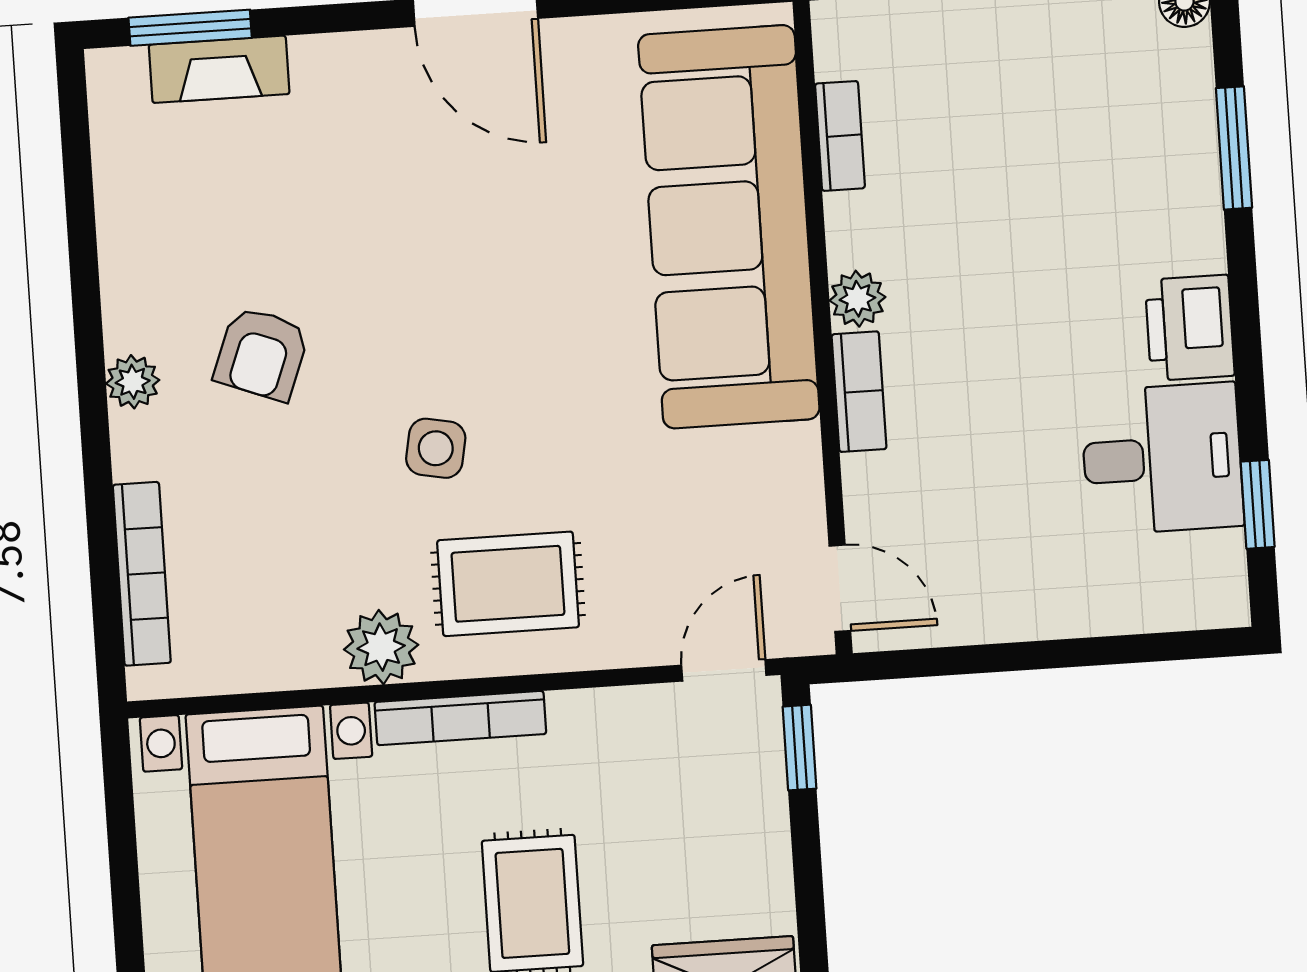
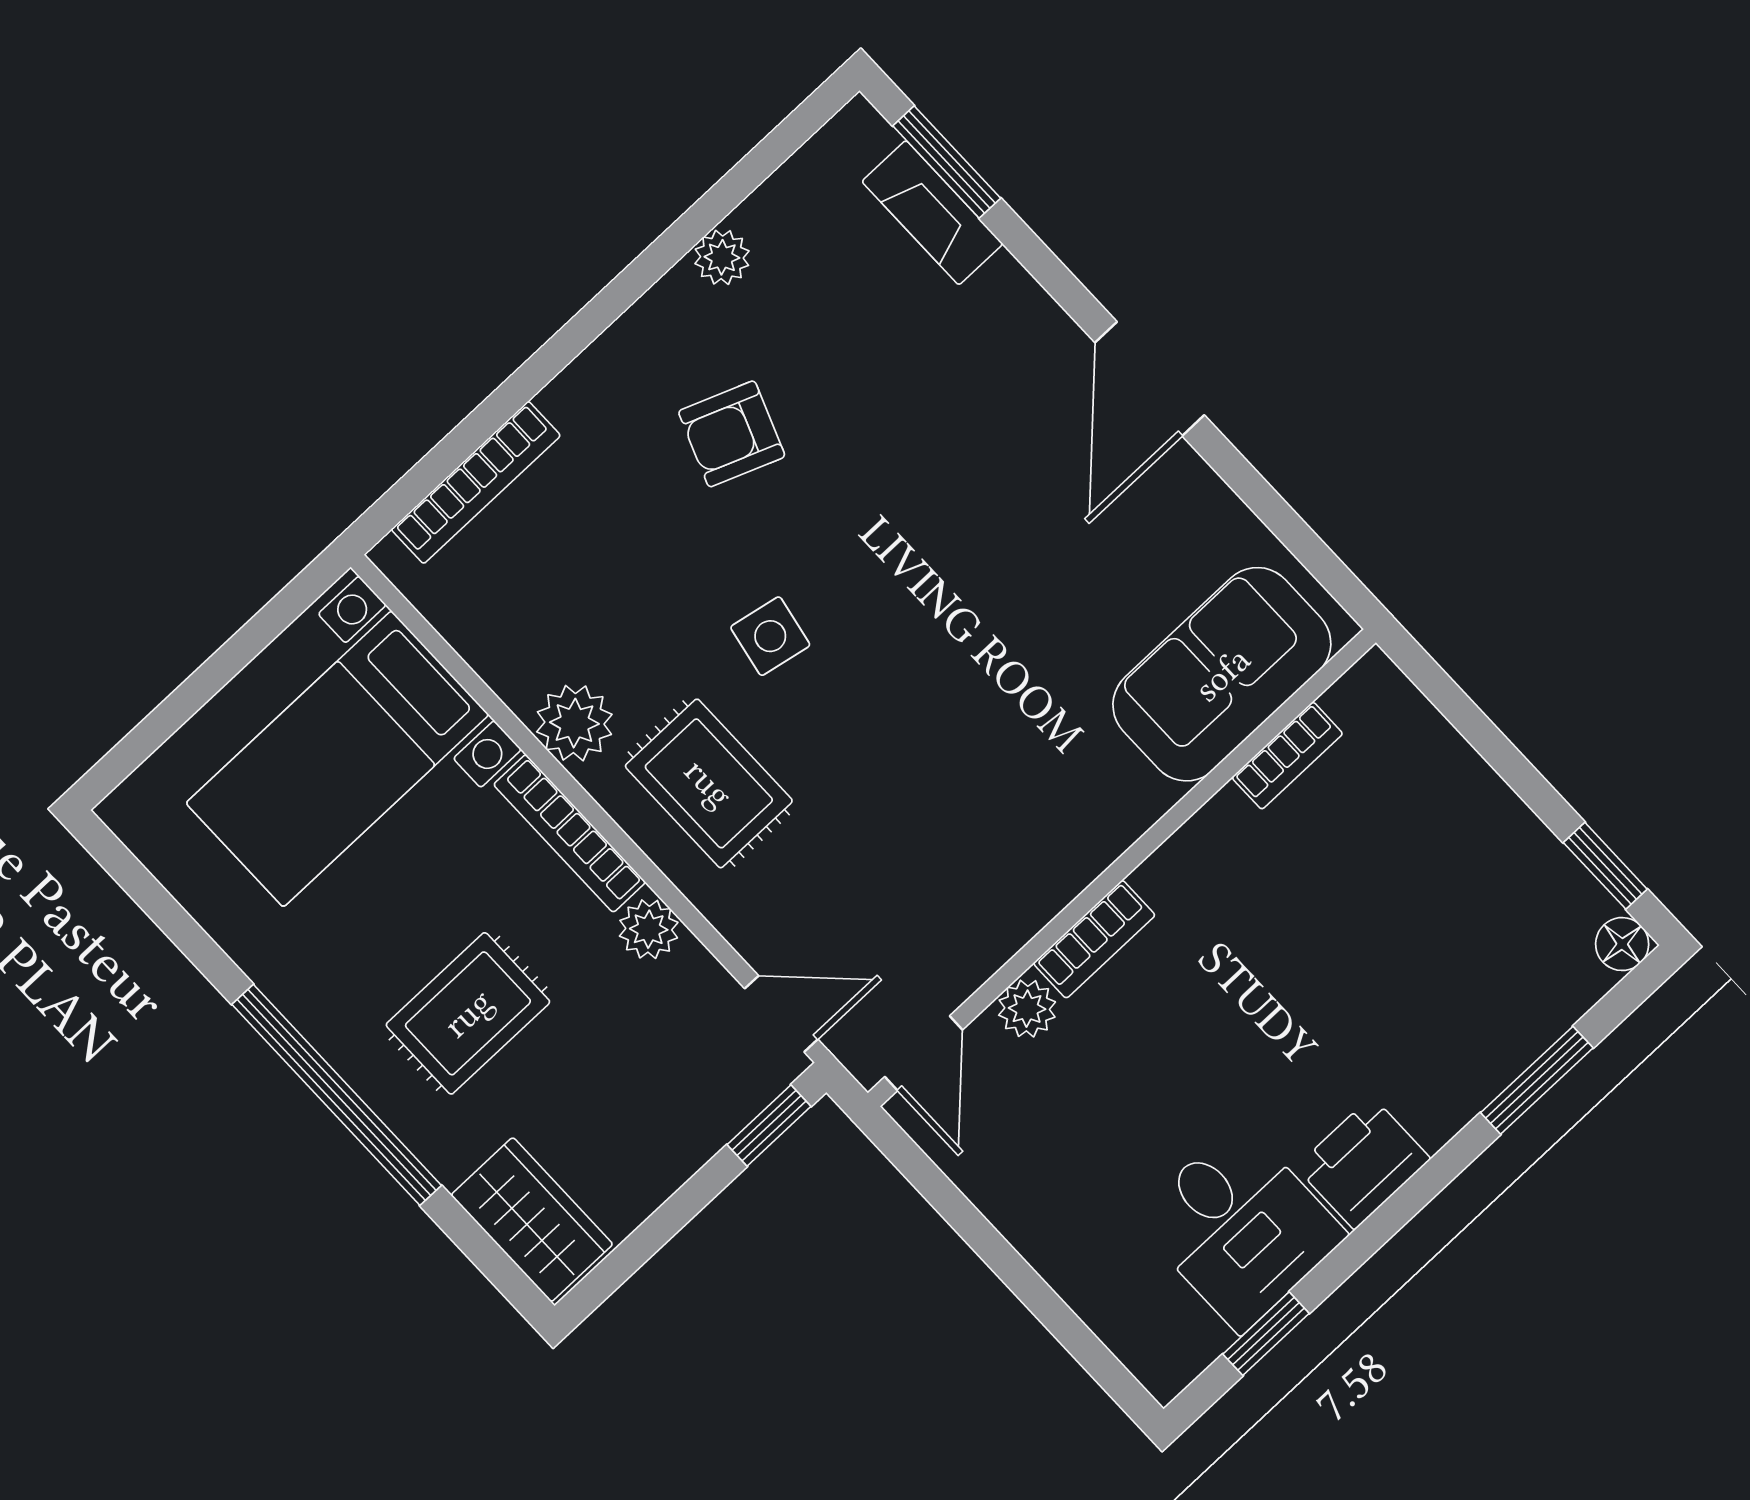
sofa: (729, 227) -> (1222, 674), width x0.54, depth x0.79
plant: (857, 299) -> (1027, 1009), moved
plant: (133, 382) -> (722, 257), moved
plant: (580, 717) -> (649, 929), added

